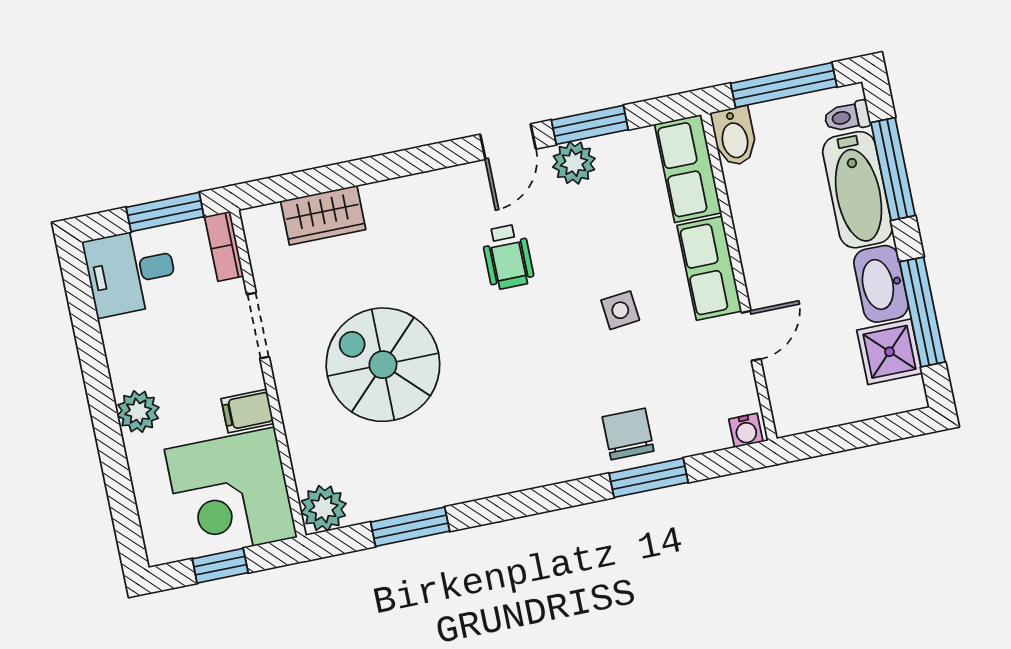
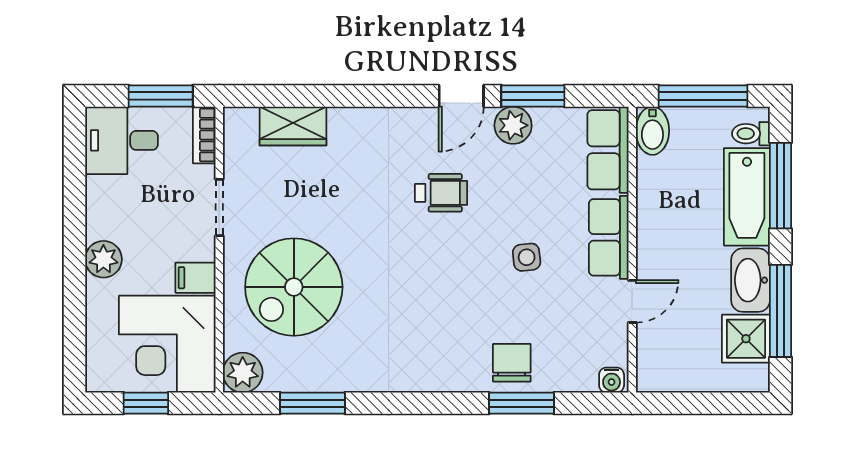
wheelchair: (508, 257) -> (441, 193), turned -90
spiral stairs: (383, 365) -> (294, 287), moved, turned -90

